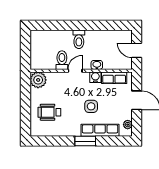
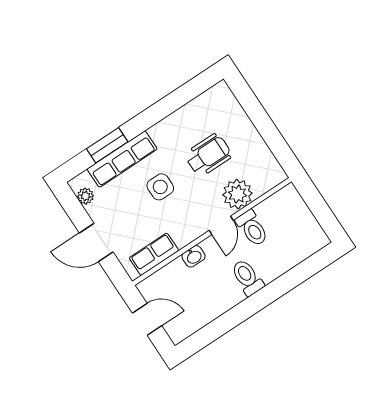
water cooler: (95, 77) -> (183, 236), removed
plant: (38, 80) -> (237, 194), moved
wheelchair: (49, 112) -> (208, 155), moved
window: (85, 141) -> (107, 145), moved

